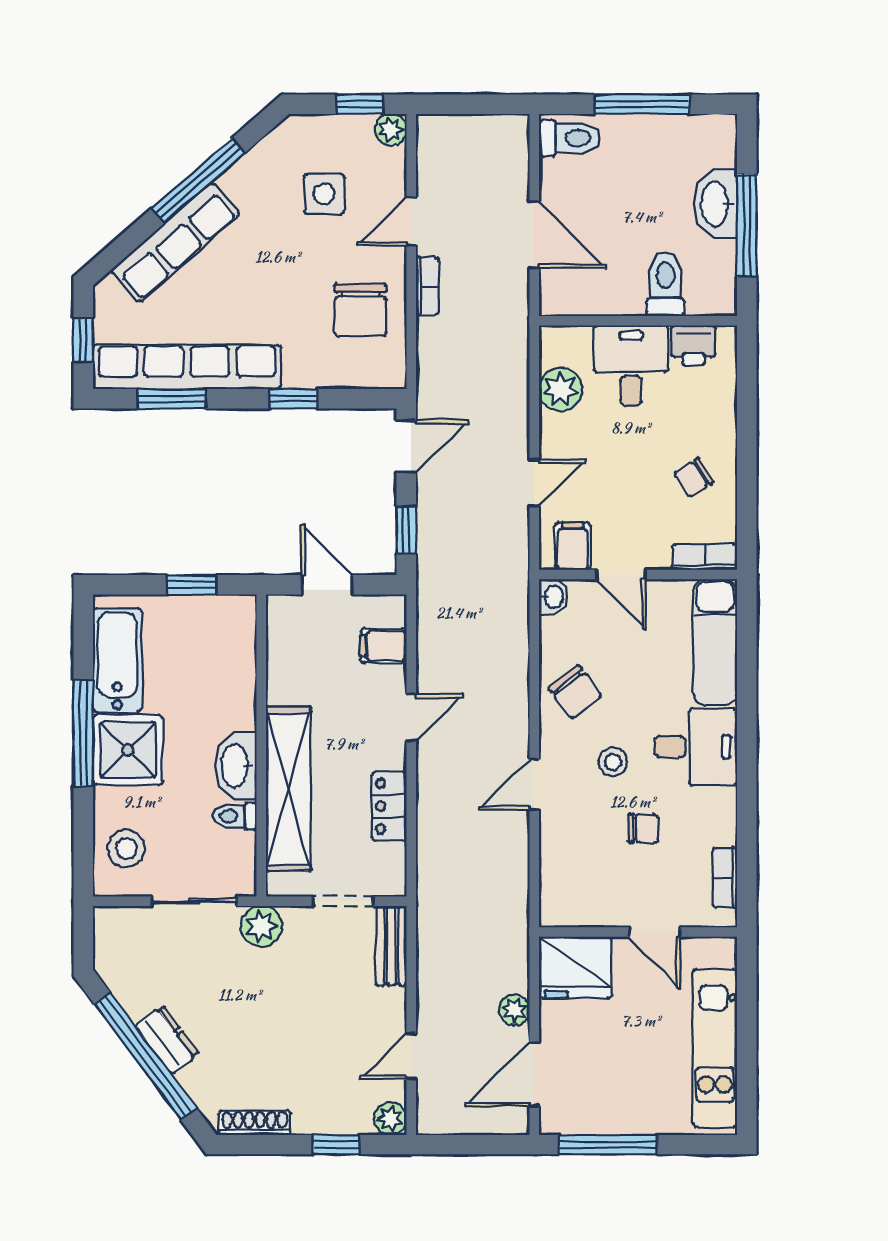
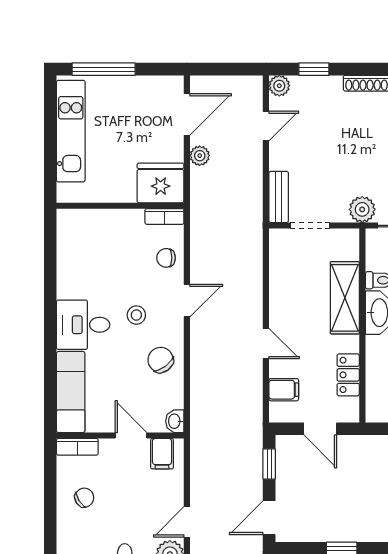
door: (534, 483) -> (187, 522), moved
door: (411, 717) -> (266, 344), swing flipped
shelving: (288, 789) -> (345, 298), width x0.68
locker: (389, 806) -> (348, 375), moved, turned 180
chair: (643, 828) -> (166, 258), moved
bookcase: (725, 878) -> (164, 216), moved, turned 90
door: (654, 932) -> (110, 206), removed
window: (608, 1145) -> (104, 69), moved

